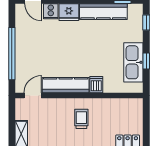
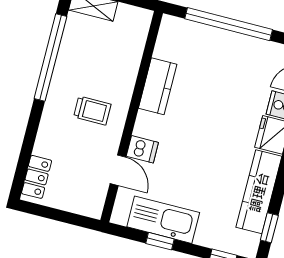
kitchen counter: (66, 85) -> (158, 86), width x0.67
door: (33, 95) -> (118, 170), moved

